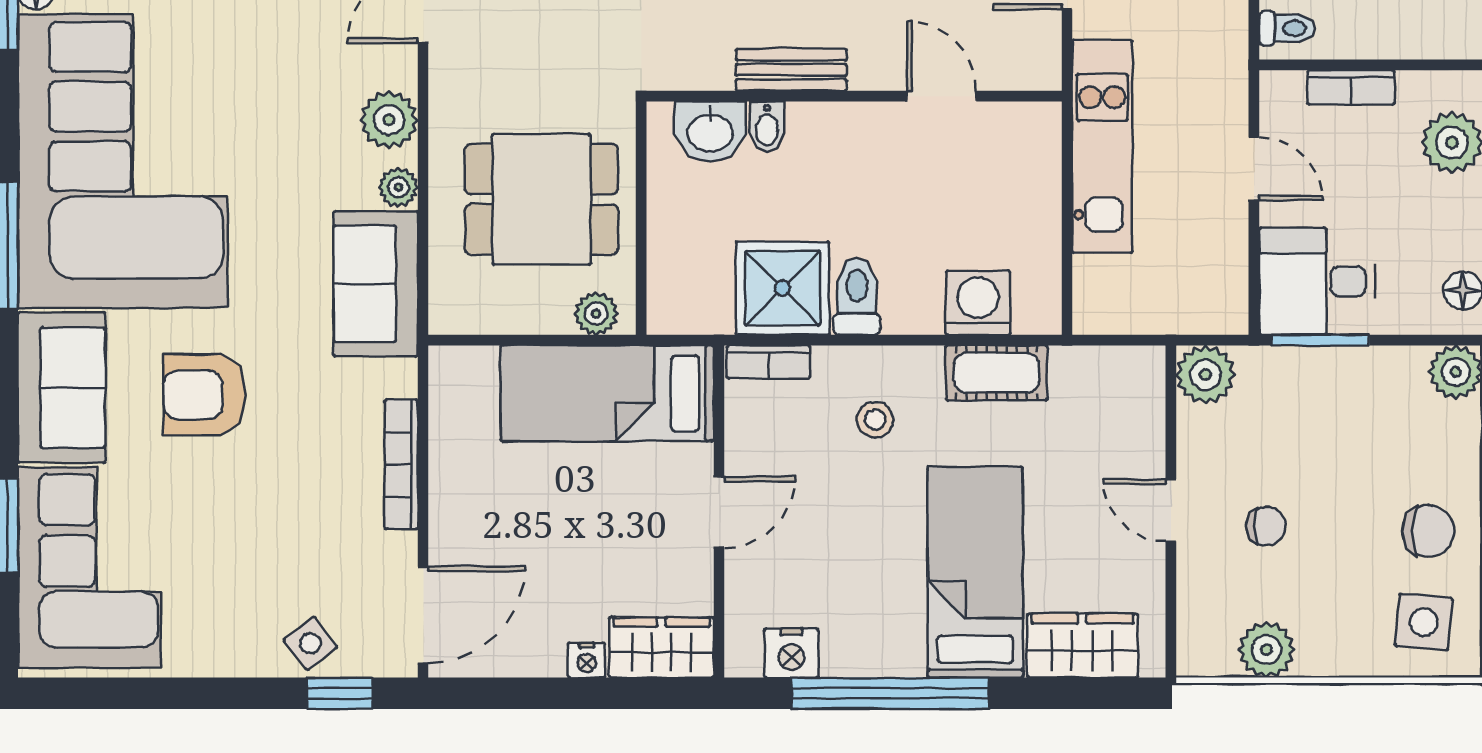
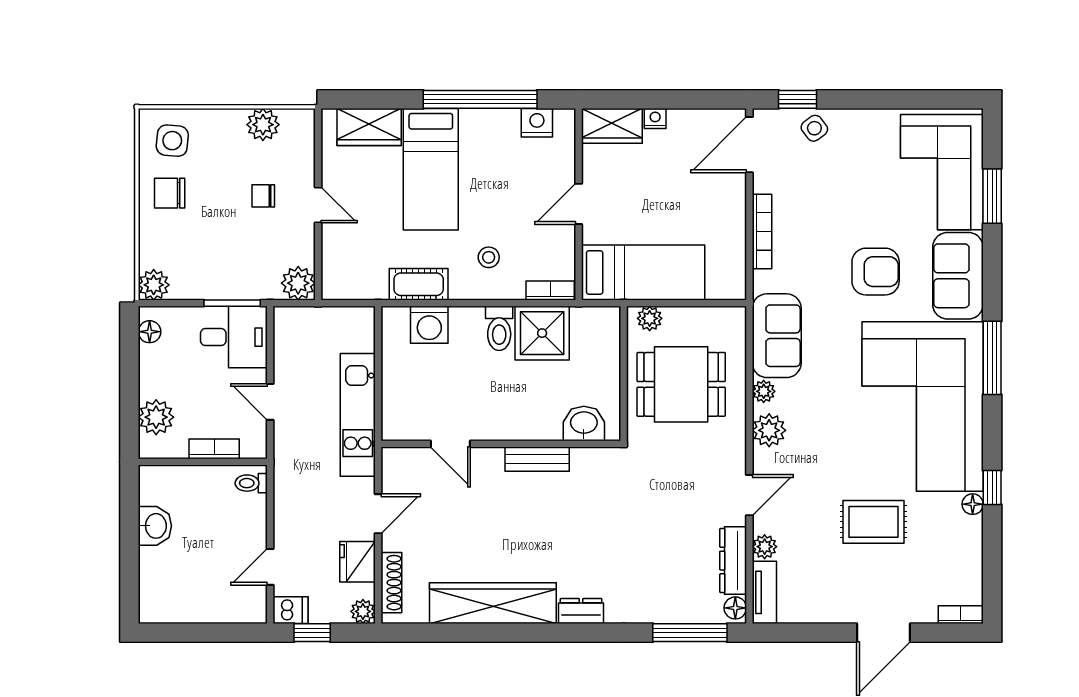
bidet: (767, 126) -> (551, 426), removed

